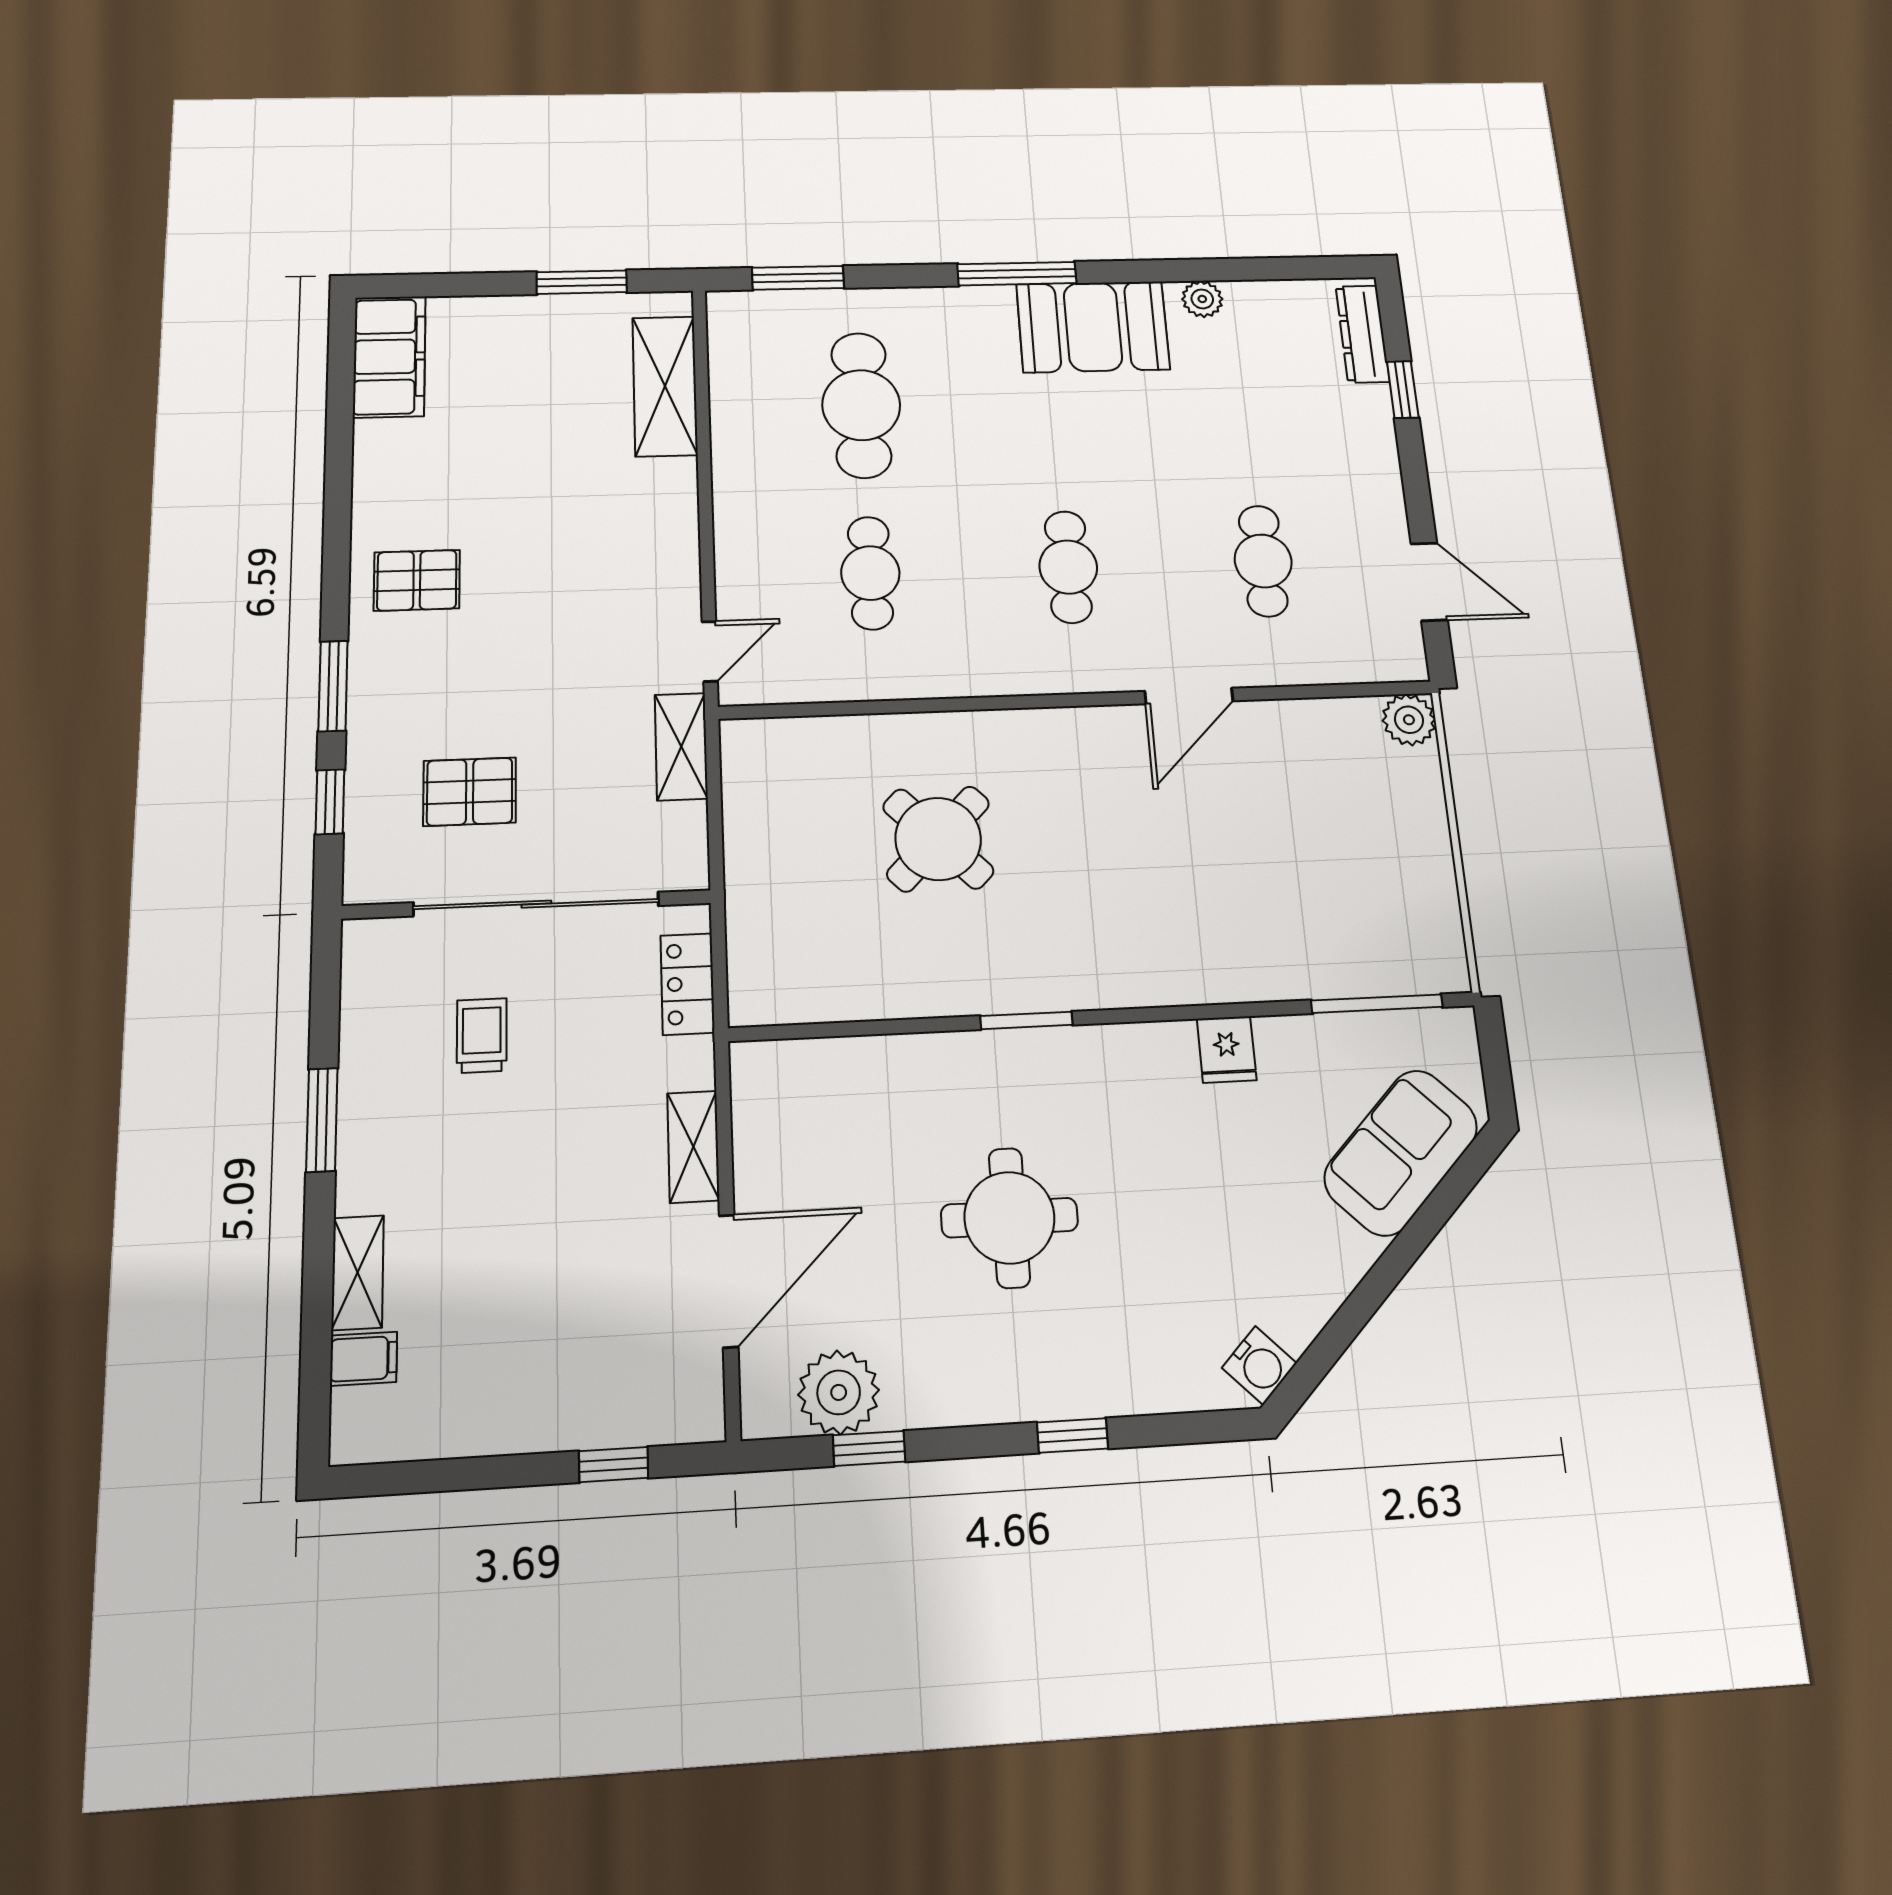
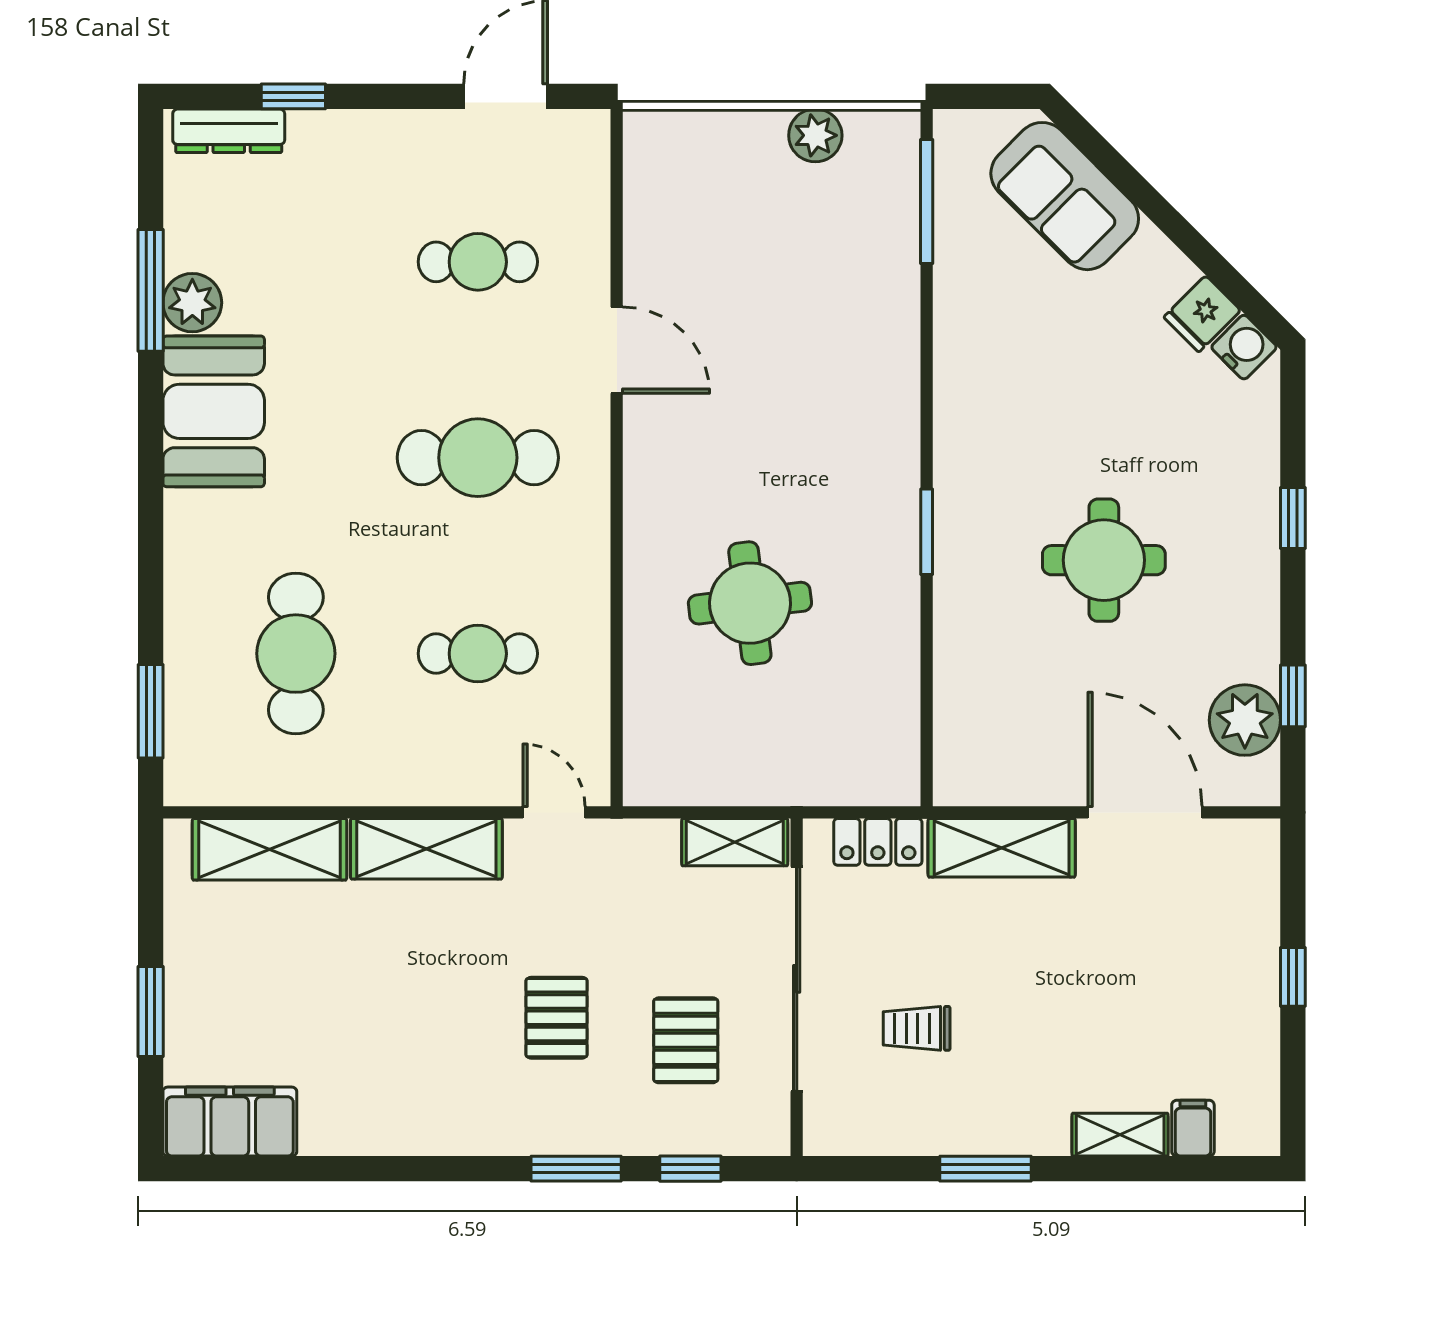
window: (1017, 274) -> (151, 290), moved
window: (582, 282) -> (151, 1012), moved
plant: (1202, 299) -> (192, 303), width x1.38, depth x1.38
cafe table: (861, 405) -> (296, 654), turned 90
shelving: (669, 530) -> (426, 849), added
cafe table: (1068, 567) -> (478, 458), width x1.37, depth x1.35
pallet: (417, 580) -> (557, 1018), moved
plant: (1409, 720) -> (815, 135), moved
shelving: (681, 746) -> (735, 842), moved
round table: (938, 839) -> (750, 603), turned 38
fridge: (1227, 1049) -> (1202, 314), moved, turned 135
shelving: (693, 1147) -> (1002, 848), width x1.50, depth x1.33
window: (614, 1465) -> (1293, 977), moved

